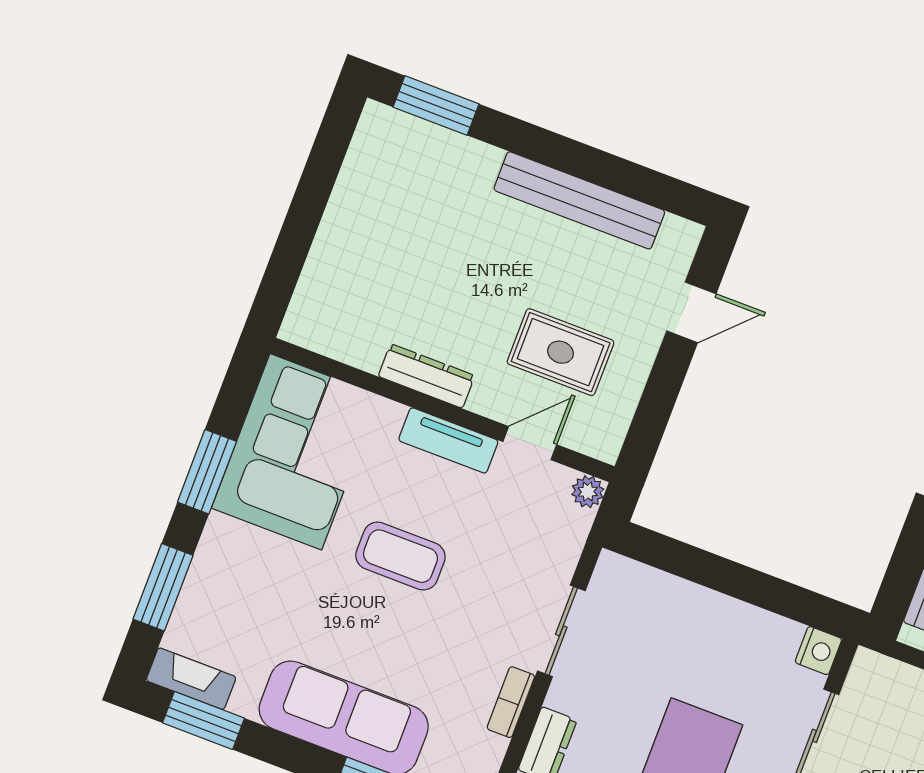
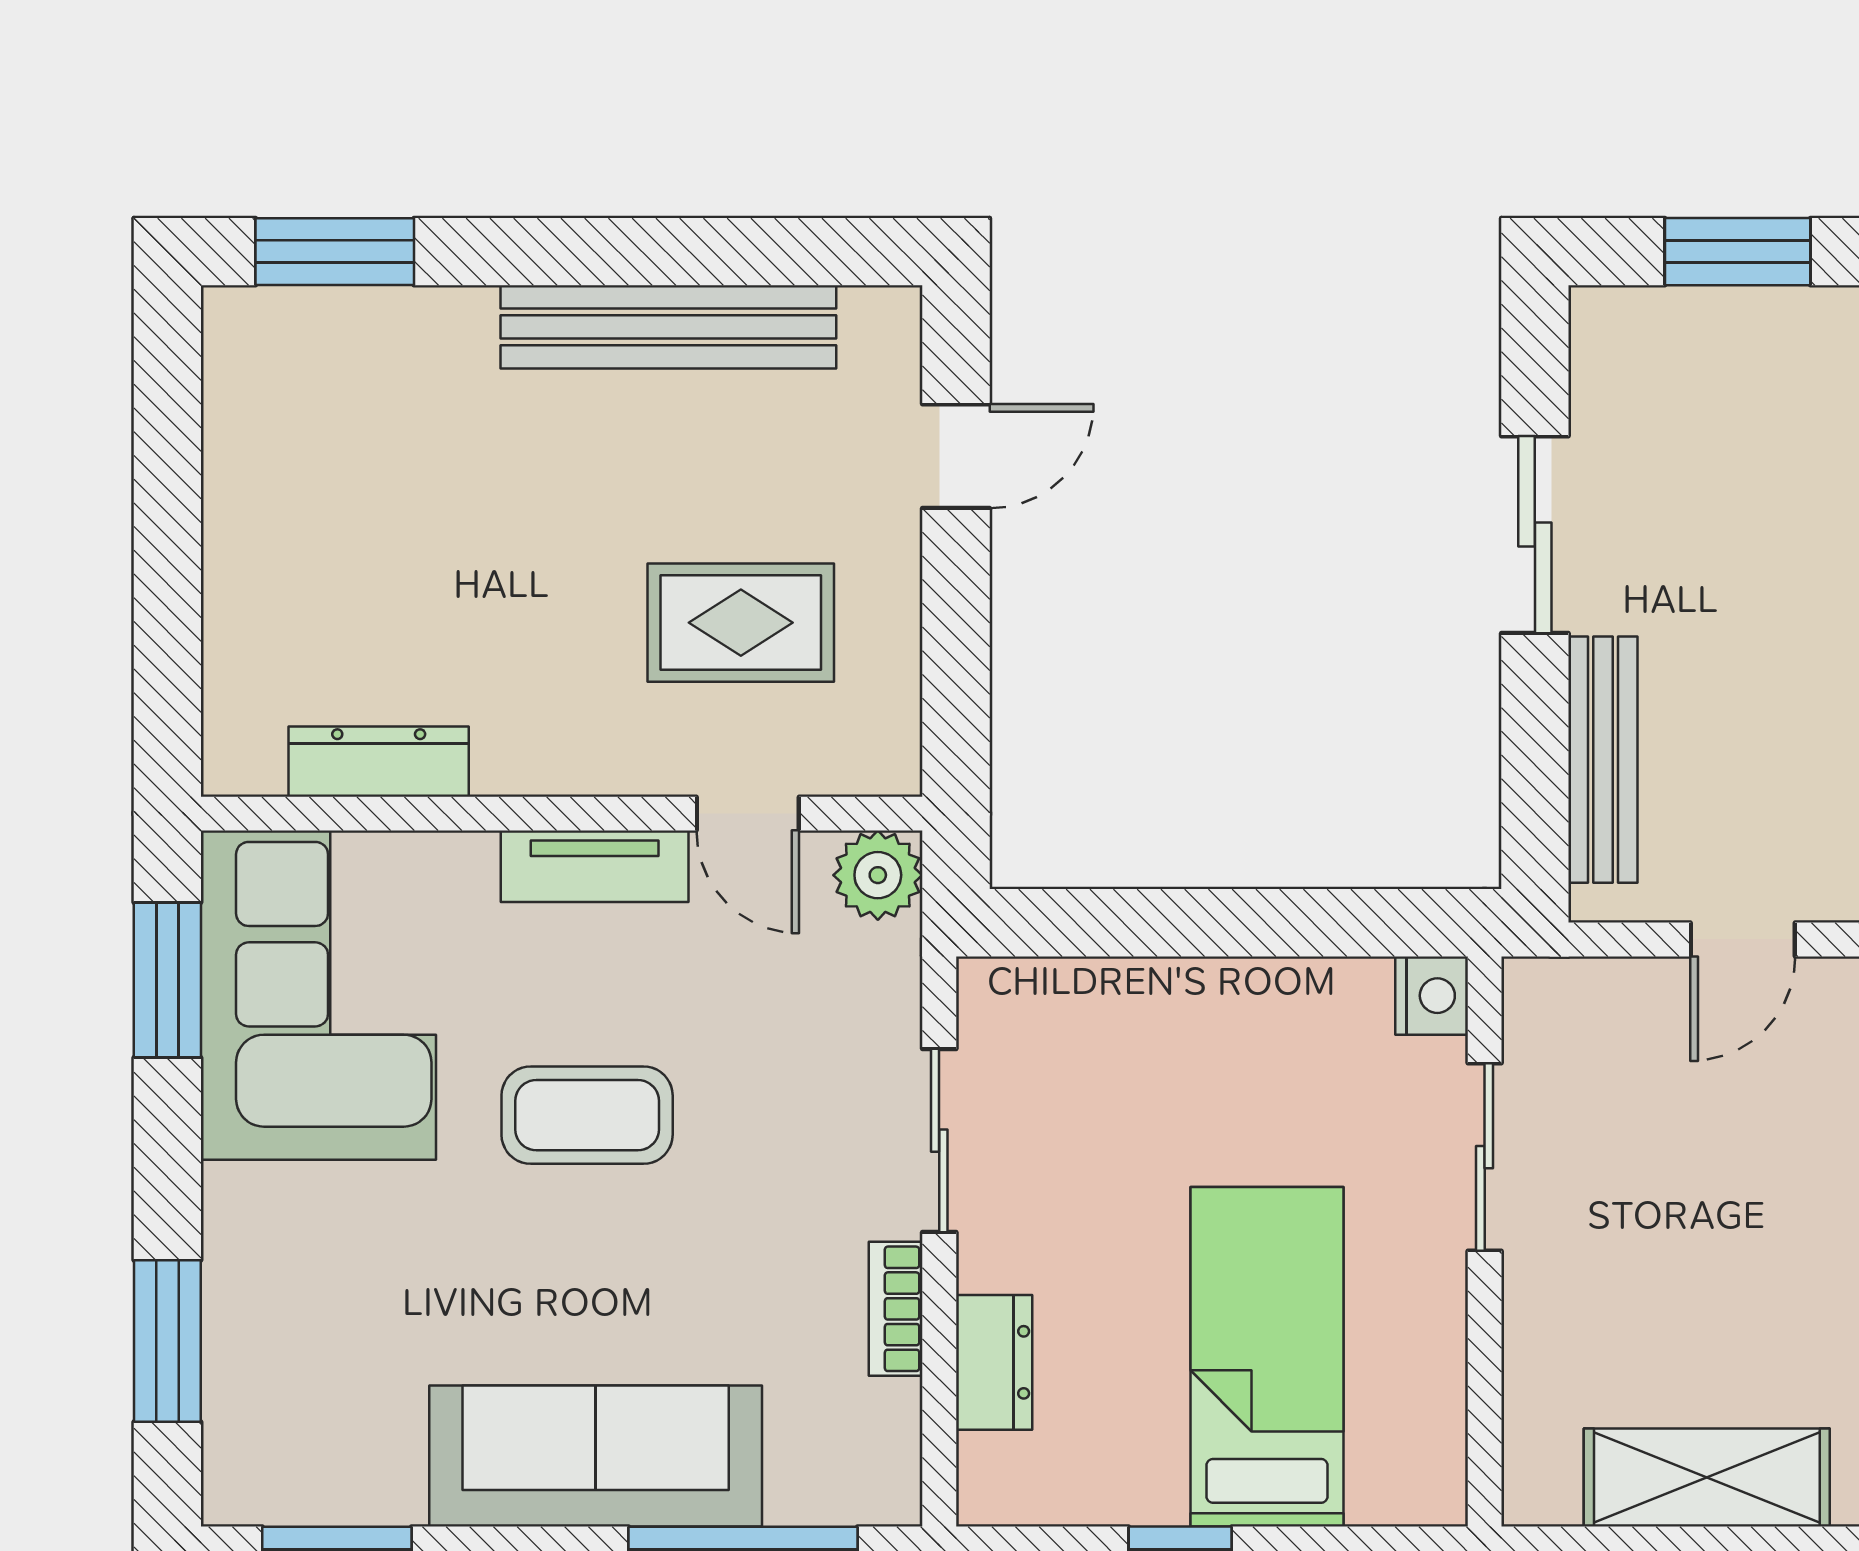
dresser: (426, 376) -> (379, 762), moved
door: (530, 443) -> (748, 814), swing flipped
window: (207, 472) -> (167, 980), moved
plant: (588, 492) -> (878, 875), width x1.38, depth x1.38
fireplace: (191, 679) -> (284, 1491), removed

